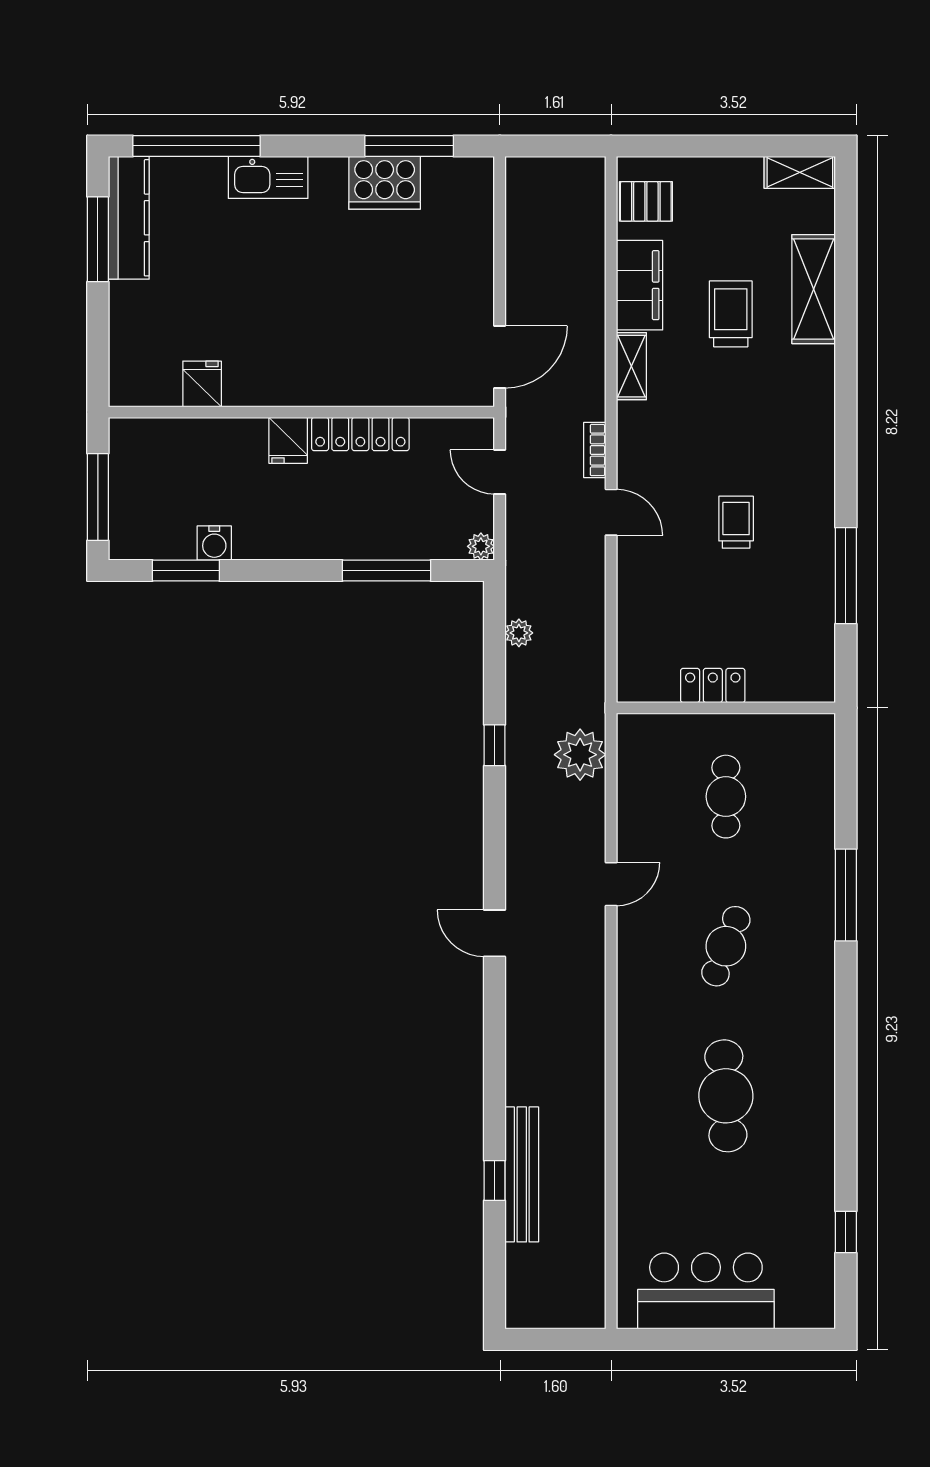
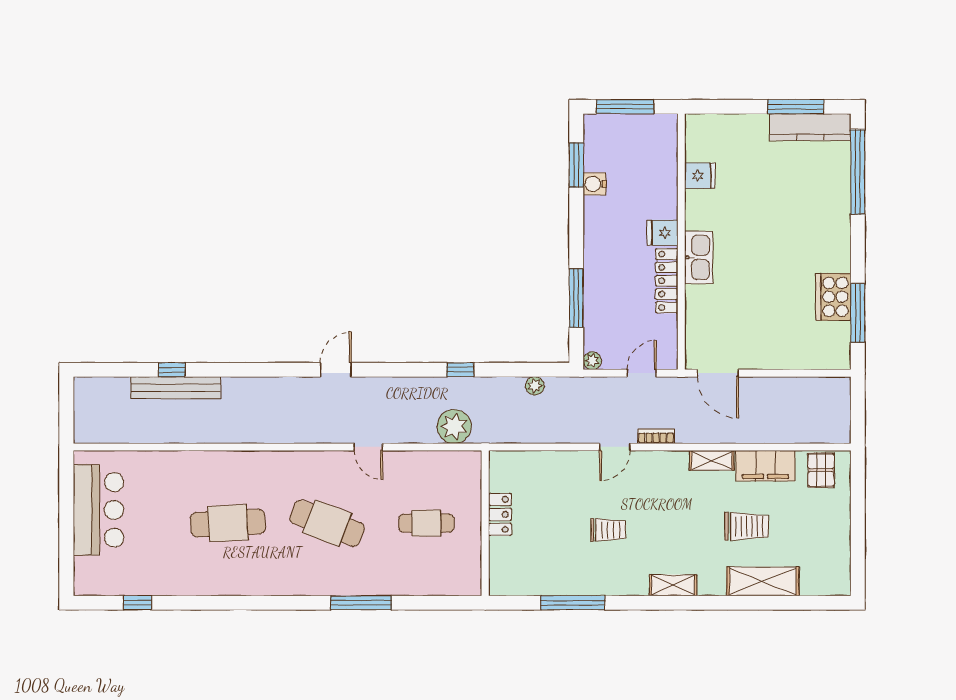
shelving: (800, 172) -> (673, 585), moved, turned 90
kitchen sink: (268, 177) -> (699, 257), moved, turned 180
cafe table: (726, 946) -> (327, 523), width x1.37, depth x1.35

